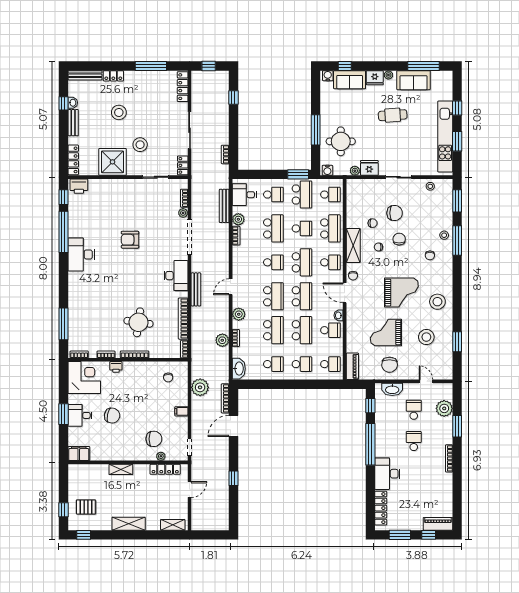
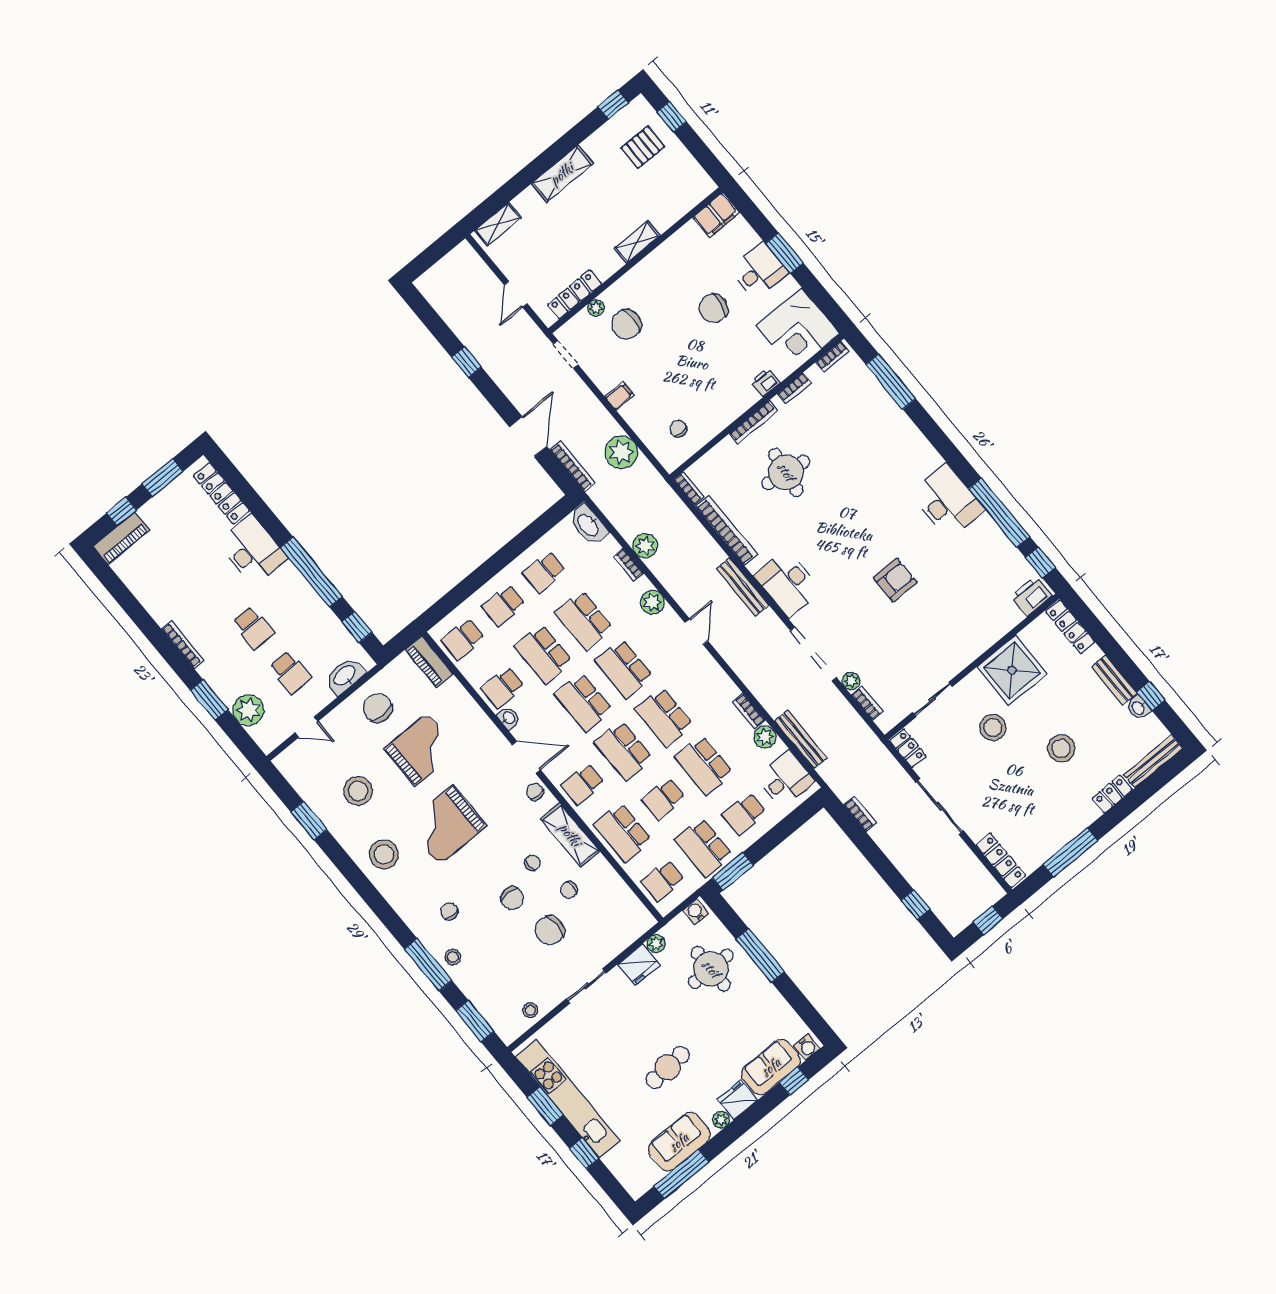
school desk: (273, 262) -> (664, 717), width x1.85

